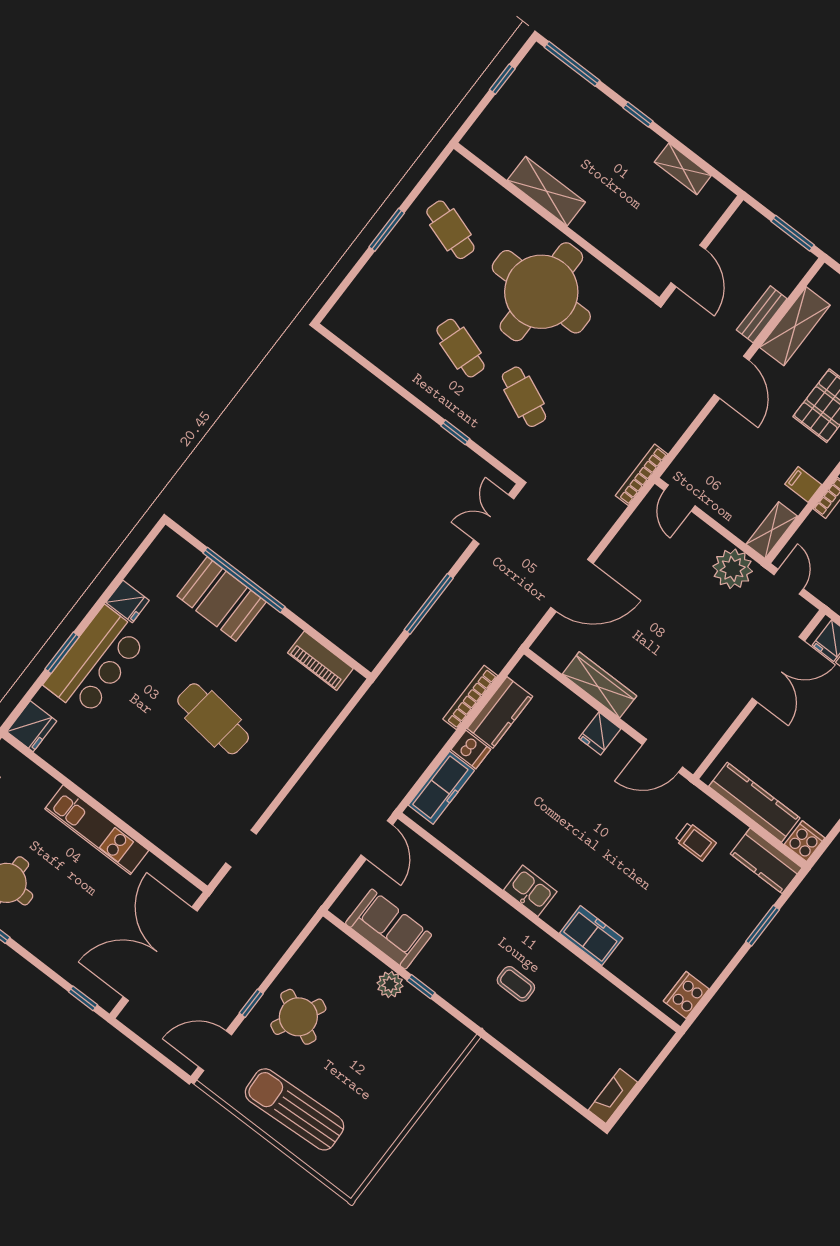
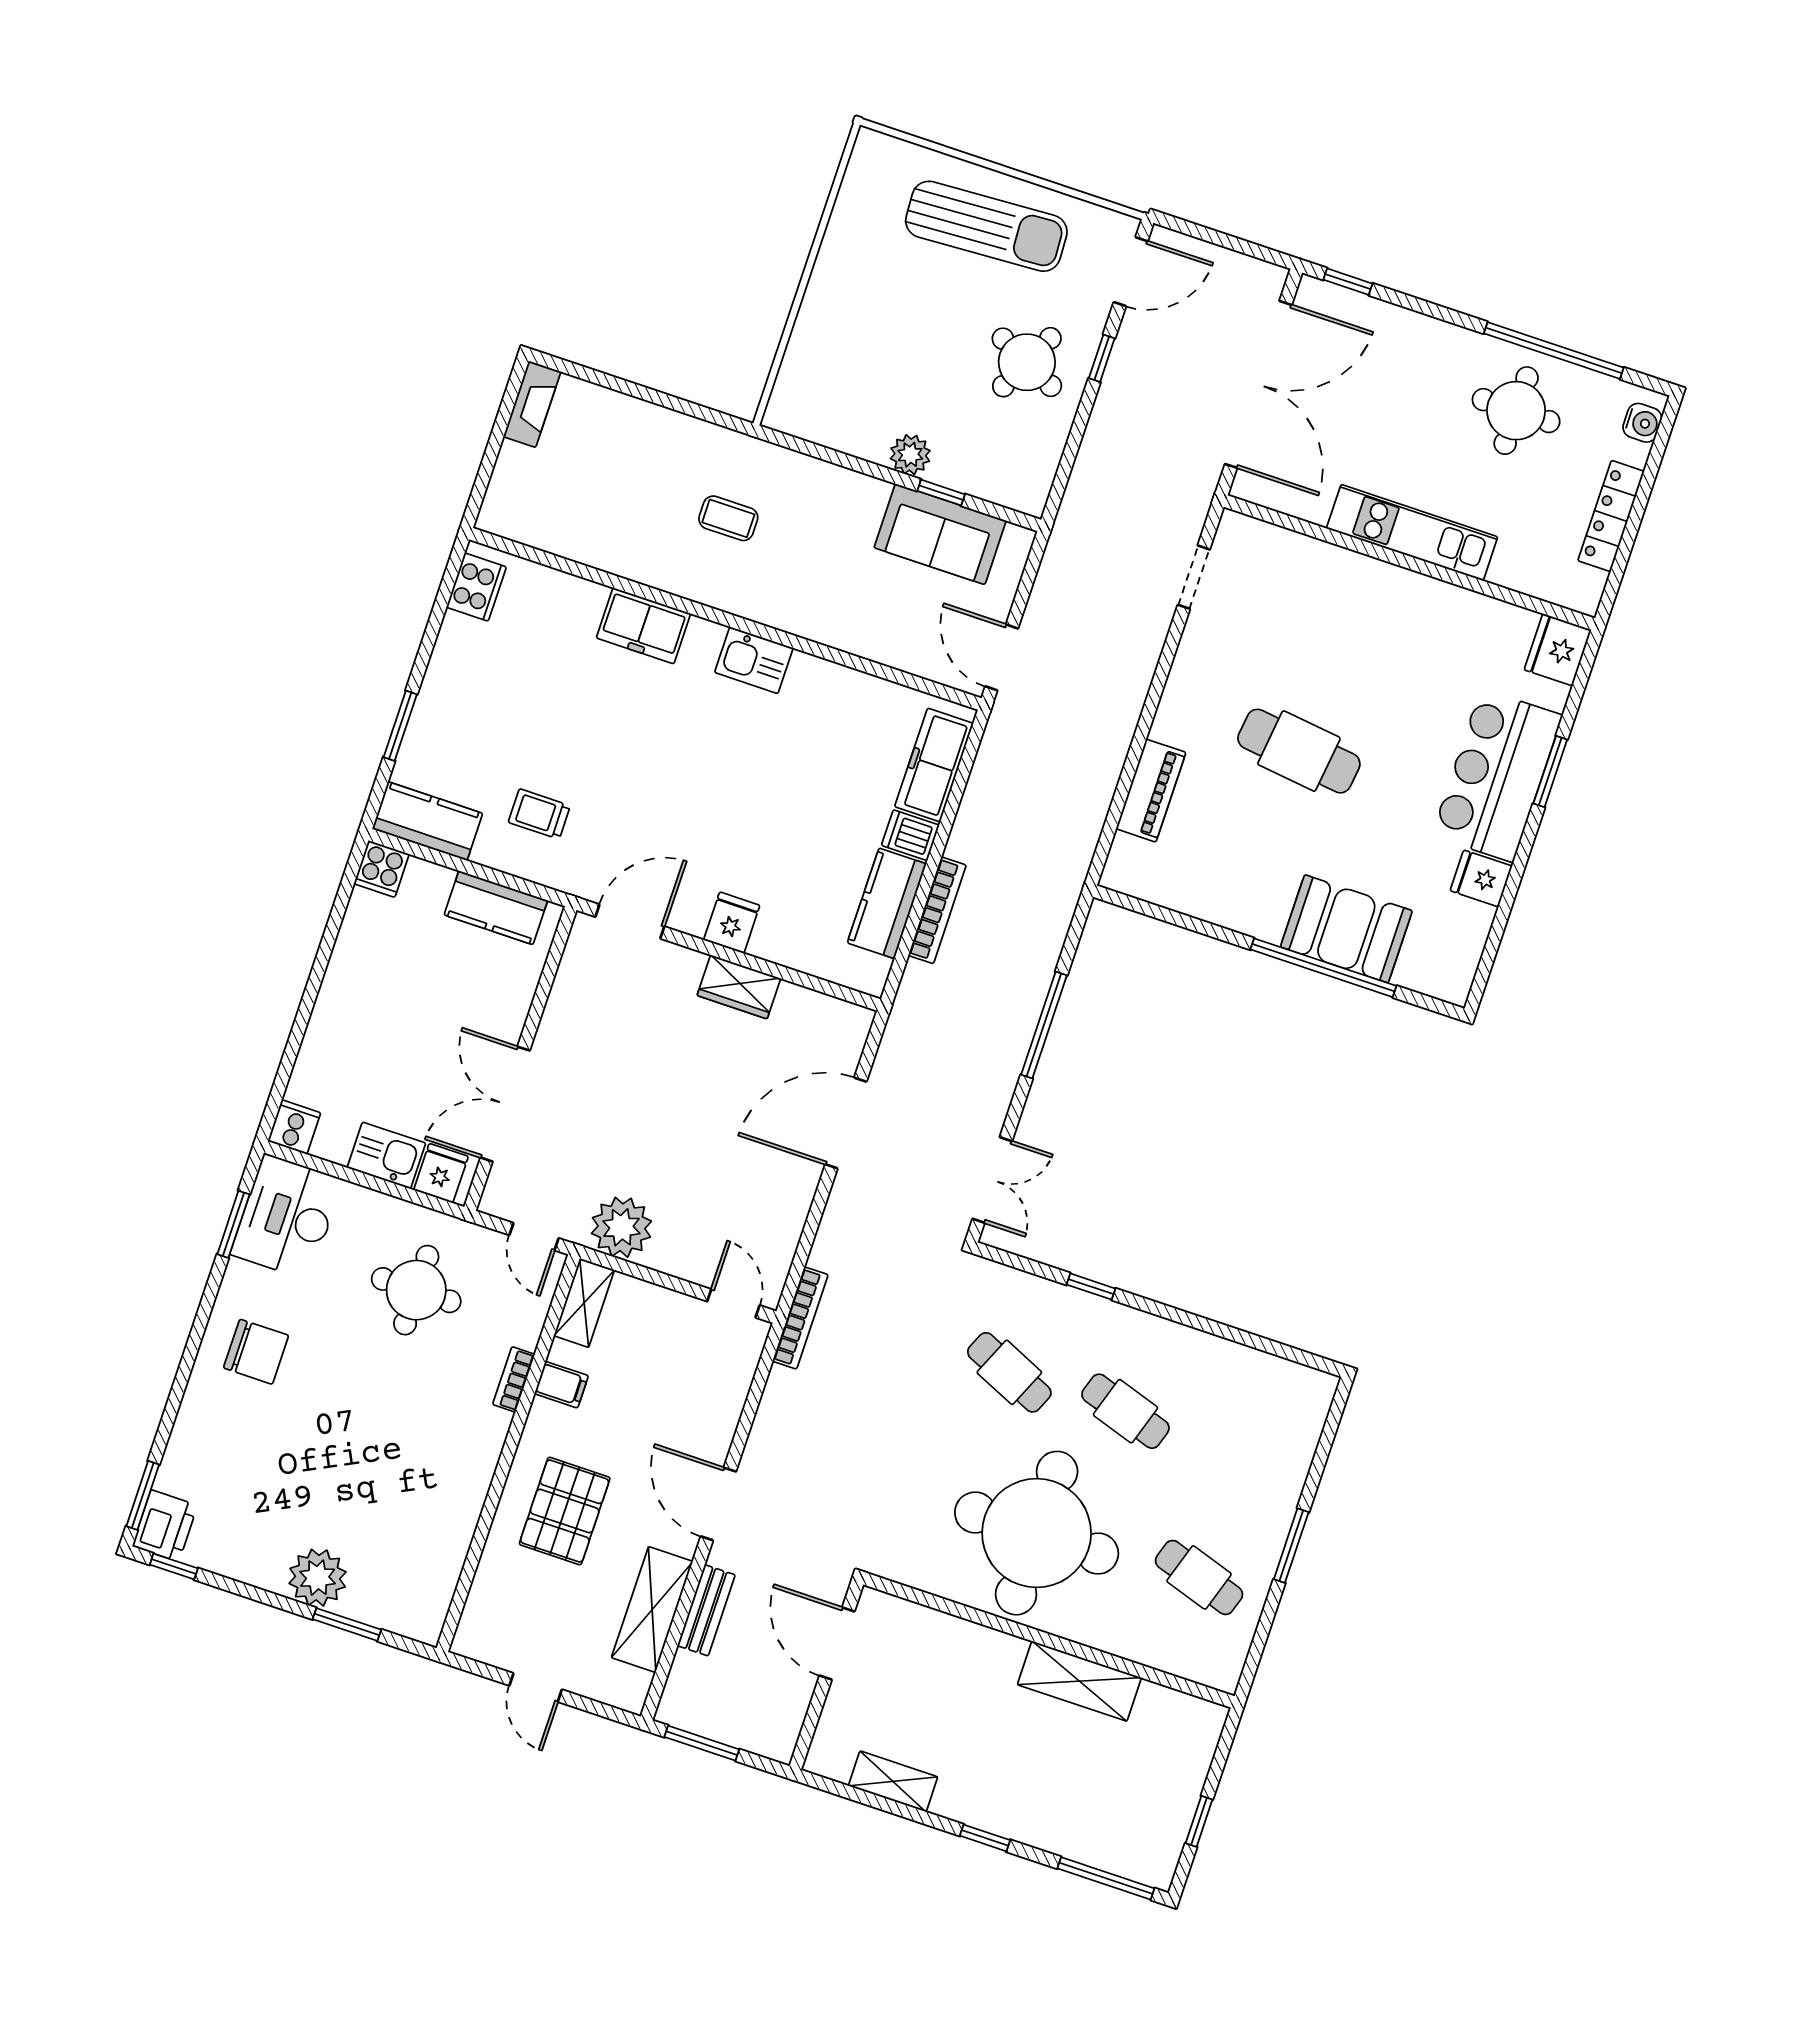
piano: (320, 661) -> (1151, 791), moved, turned 90
wardrobe: (599, 685) -> (739, 987), width x0.67
kitchen counter: (754, 802) -> (496, 908), width x0.67
window: (421, 987) -> (941, 493), moved

